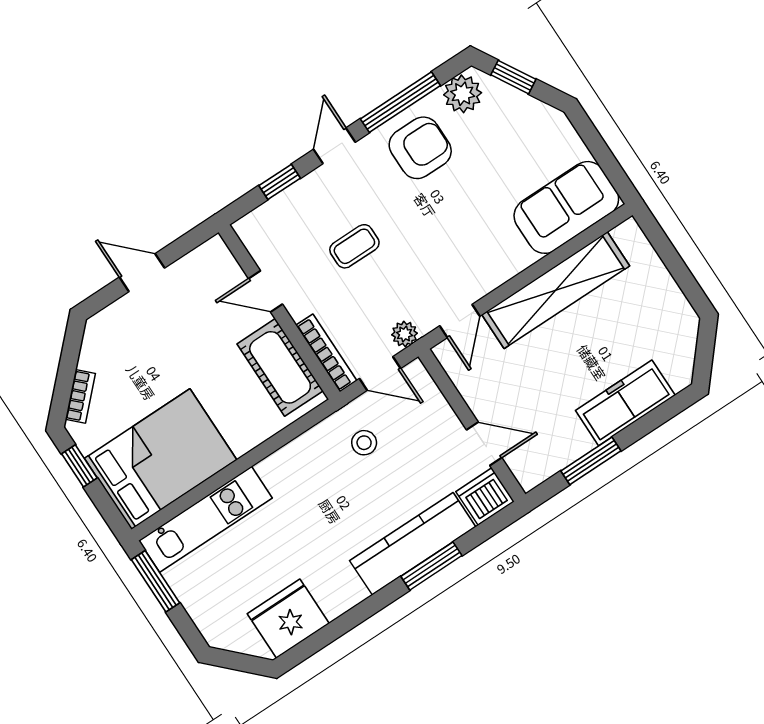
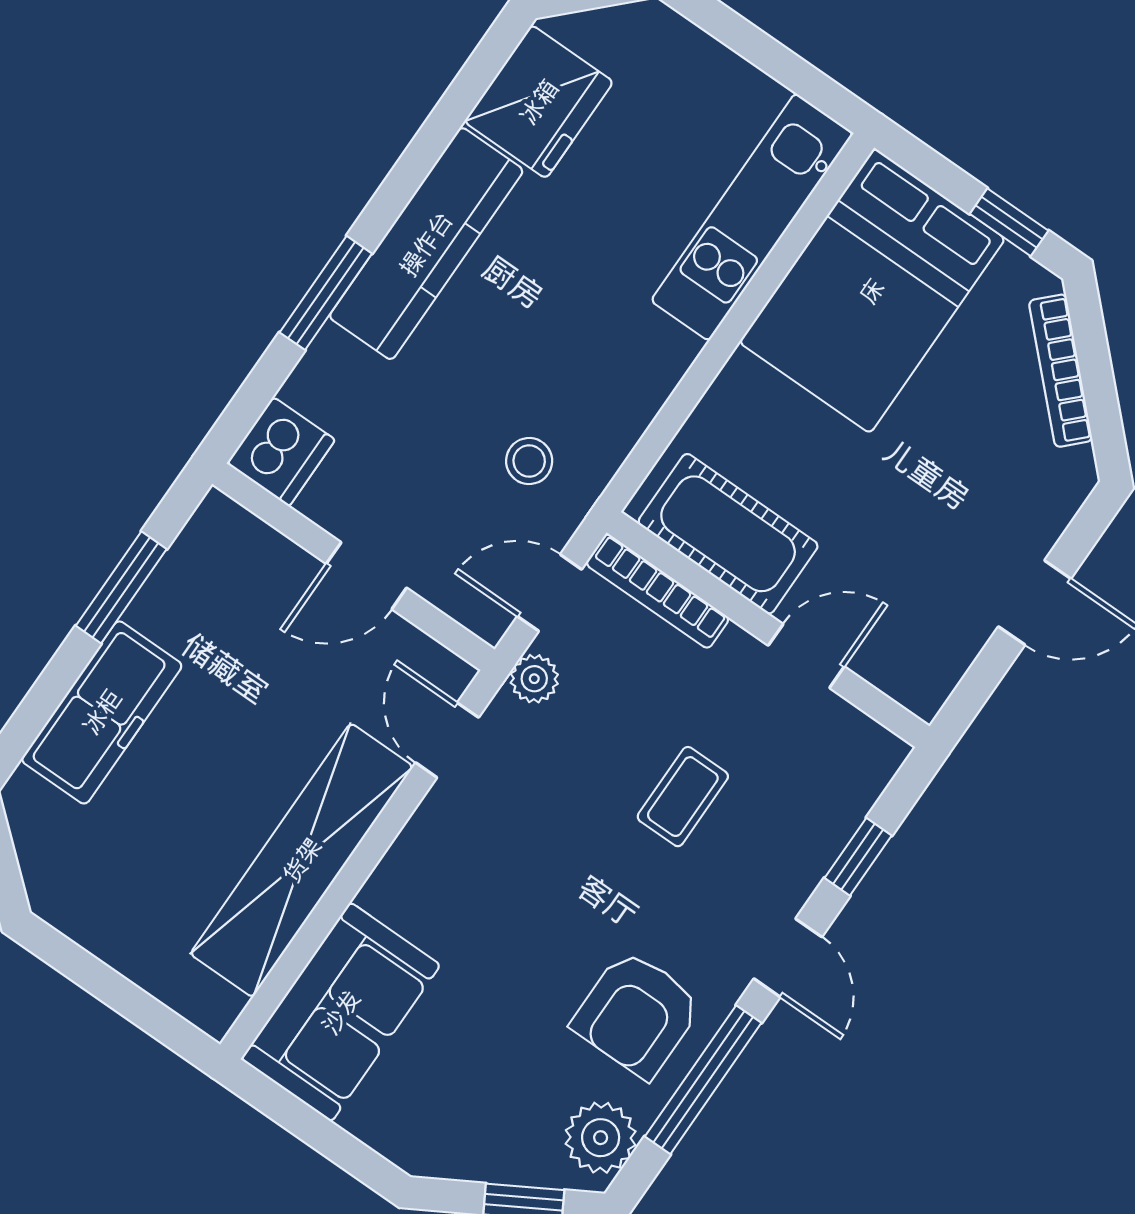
bookcase: (80, 396) -> (1061, 371), width x1.56
door: (484, 444) -> (366, 576), moved
kitchen counter: (413, 544) -> (426, 244), moved
window: (155, 581) -> (796, 74), removed

